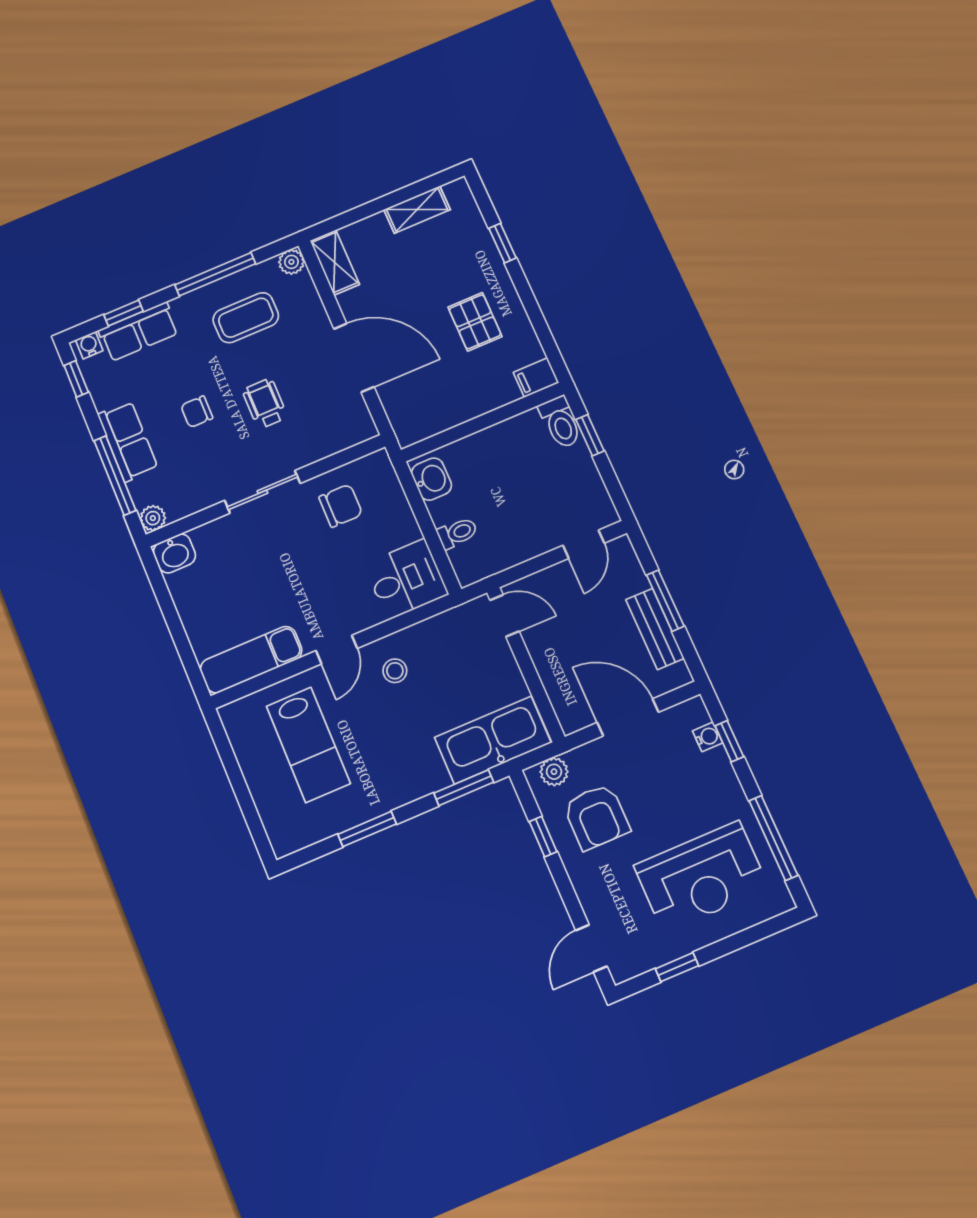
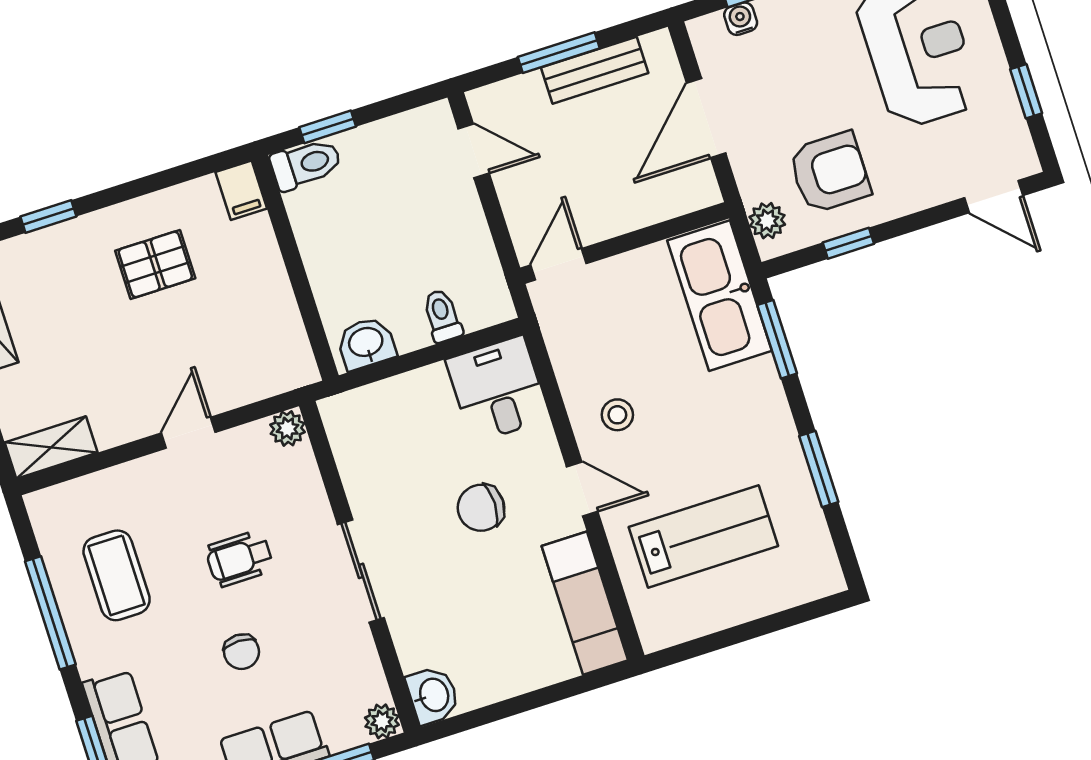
plant: (291, 262) -> (288, 428), moved
door: (354, 358) -> (188, 433), width x0.53
chair: (341, 506) -> (481, 508), moved, turned -90

